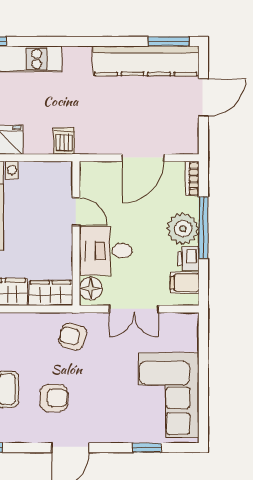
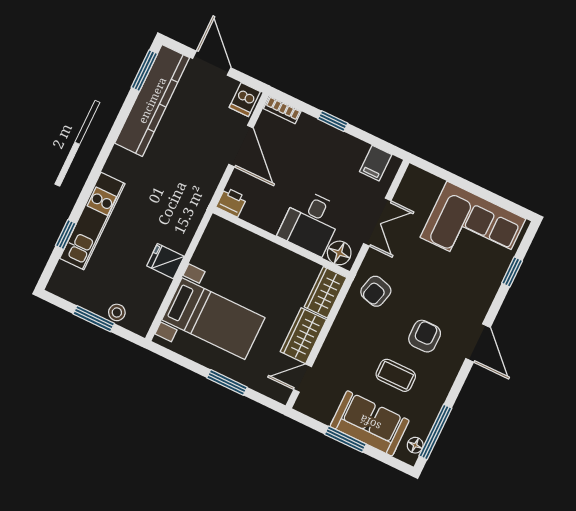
dishwasher: (64, 141) -> (245, 99), moved, turned -90
door: (76, 212) -> (261, 232), removed
window: (203, 228) -> (333, 121), width x0.46
plant: (183, 229) -> (325, 141), removed
printer: (188, 258) -> (232, 202), moved, turned 180

